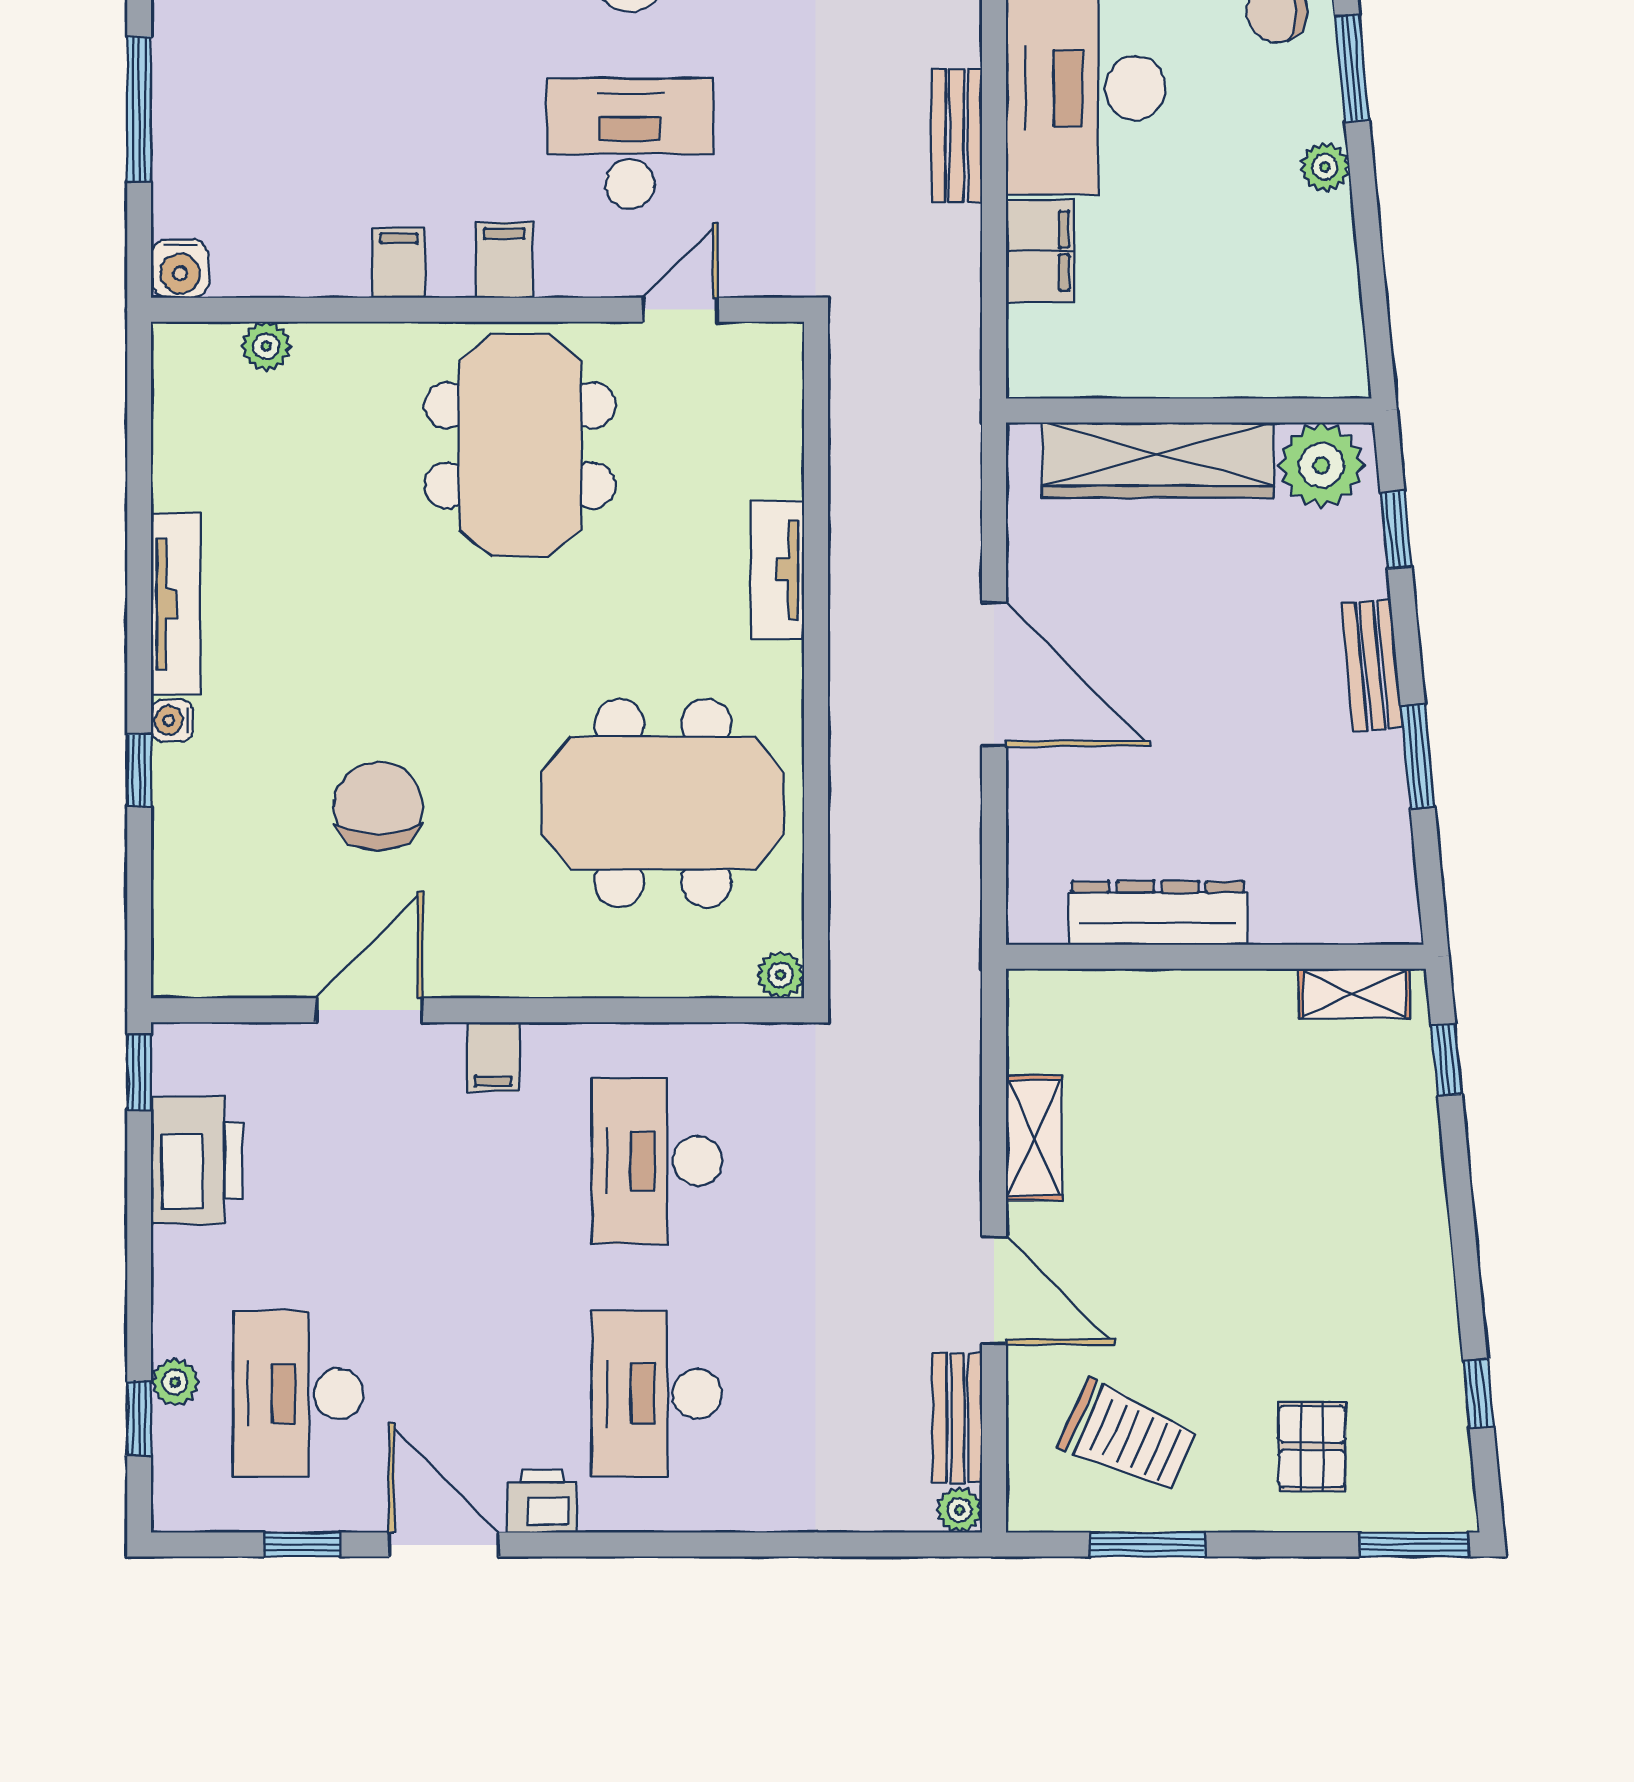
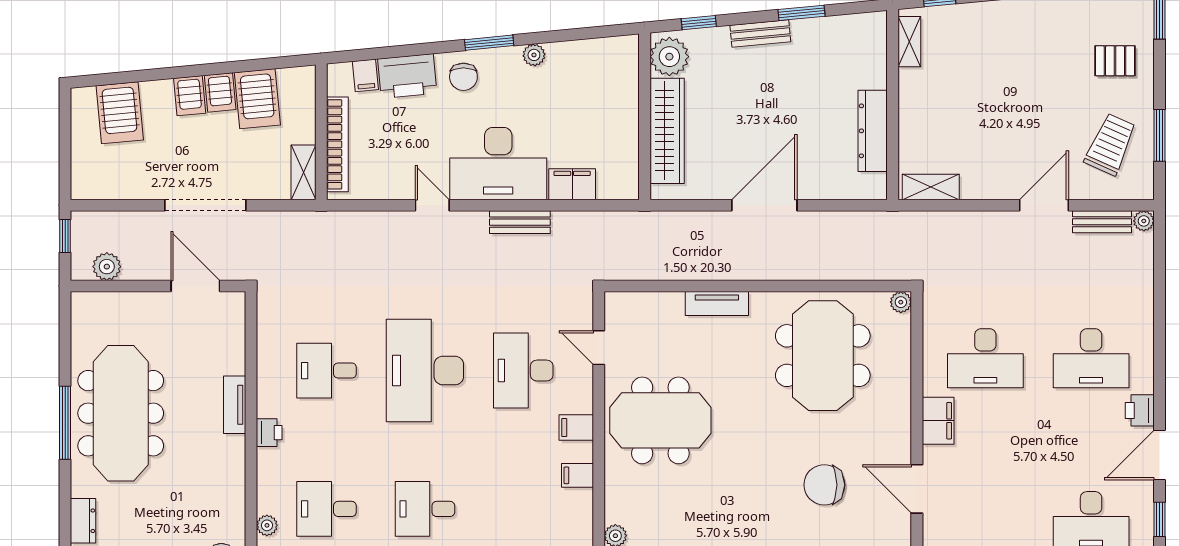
filing cabinet: (493, 1057) -> (938, 421), width x2.00
shelving: (1034, 1138) -> (931, 187), moved

